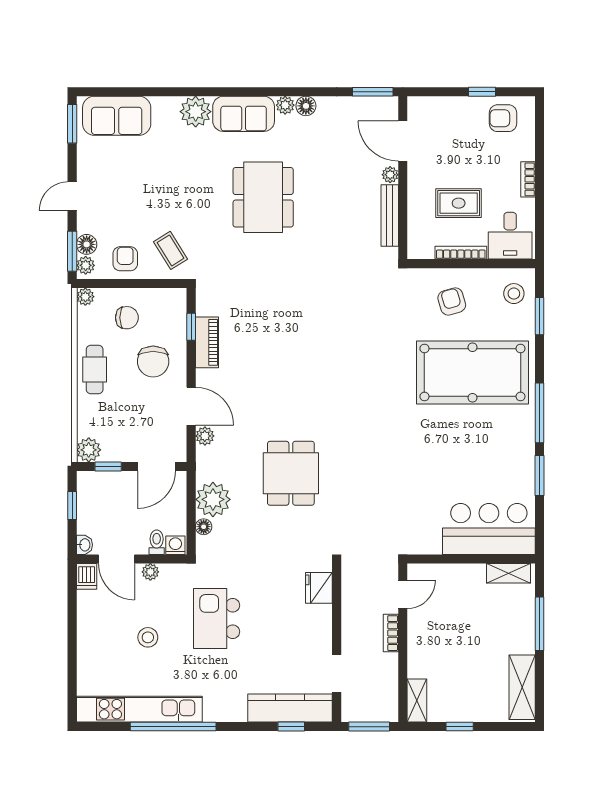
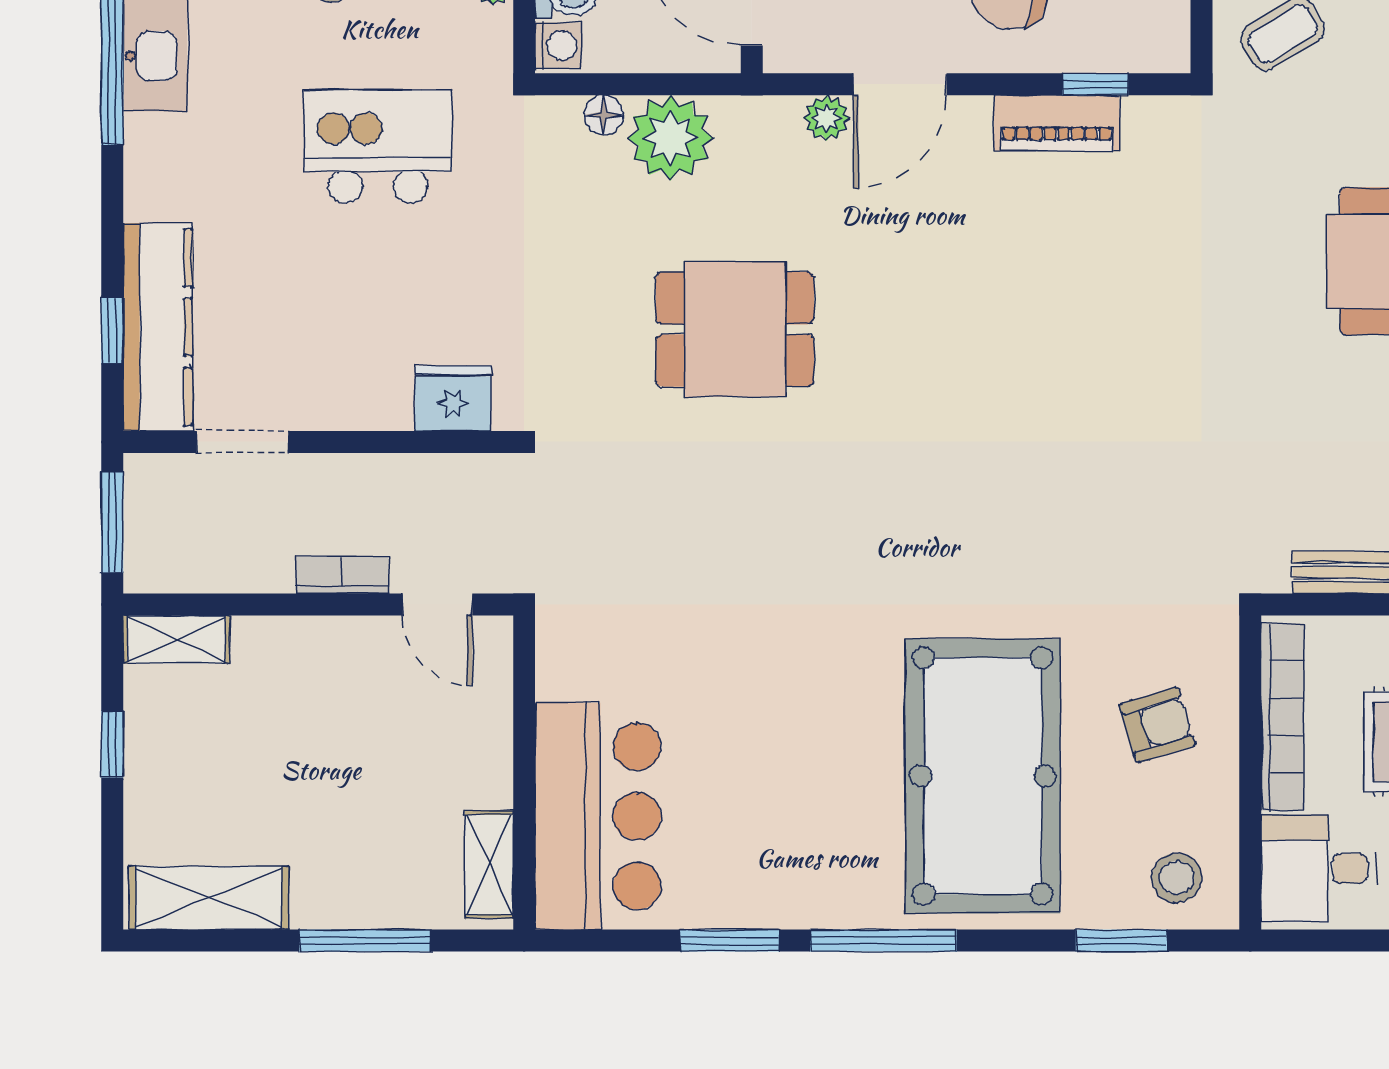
bookcase: (461, 253) -> (1282, 717), width x1.48, depth x1.31

